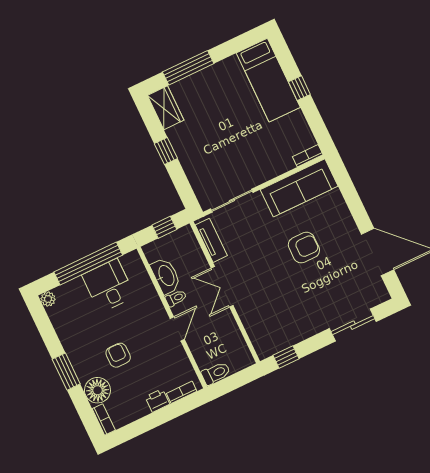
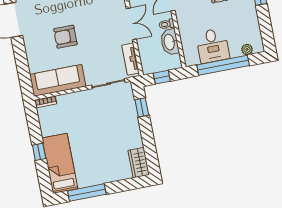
window: (188, 68) -> (87, 193), moved
window: (166, 151) -> (142, 107), moved
plant: (48, 299) -> (247, 49), moved

